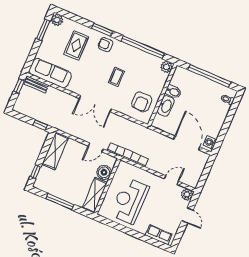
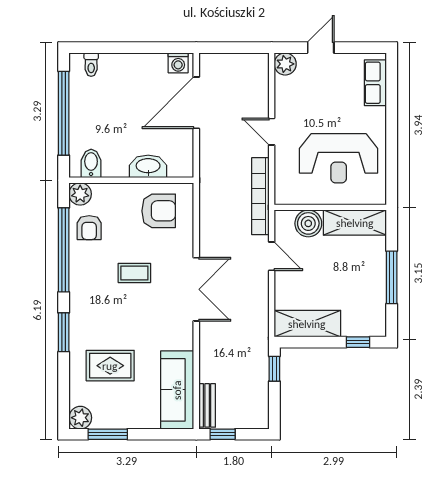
armchair: (106, 45) -> (89, 228), moved
bidet: (173, 92) -> (91, 163), moved
door: (171, 180) -> (272, 132), moved

